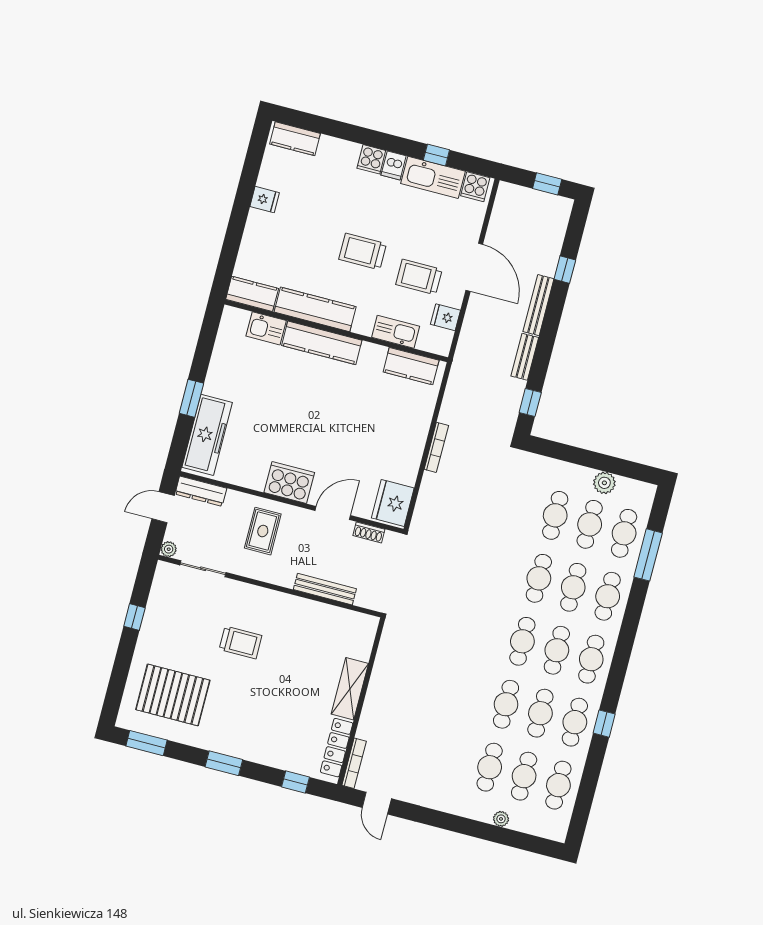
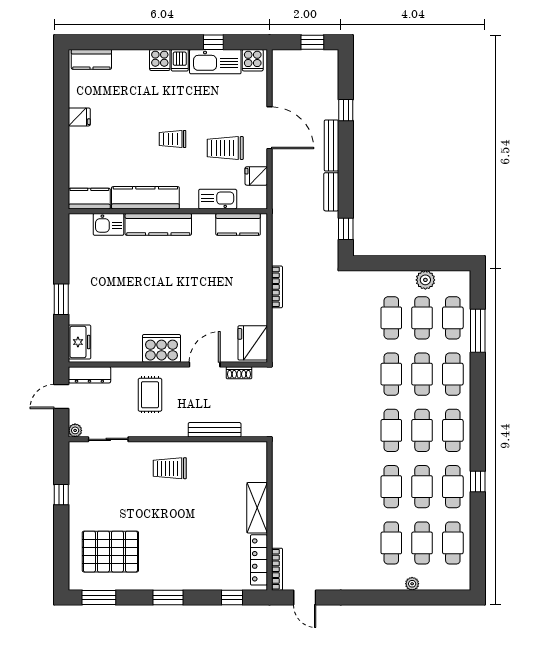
trolley: (363, 251) -> (173, 139), width x0.73, depth x0.72
freezer: (207, 435) -> (80, 342), width x0.52, depth x0.79
trolley: (241, 642) -> (170, 468), moved, turned 180

